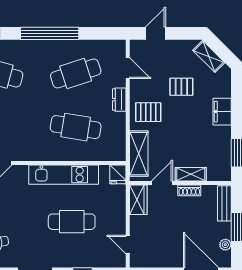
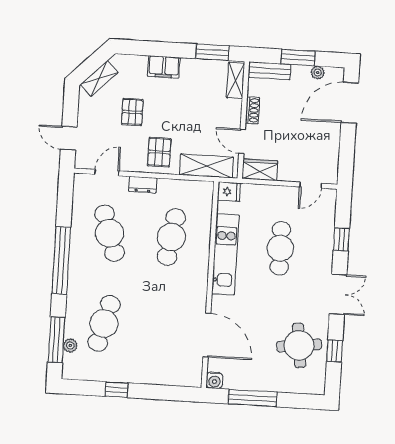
shelving: (191, 174) -> (236, 80), moved

